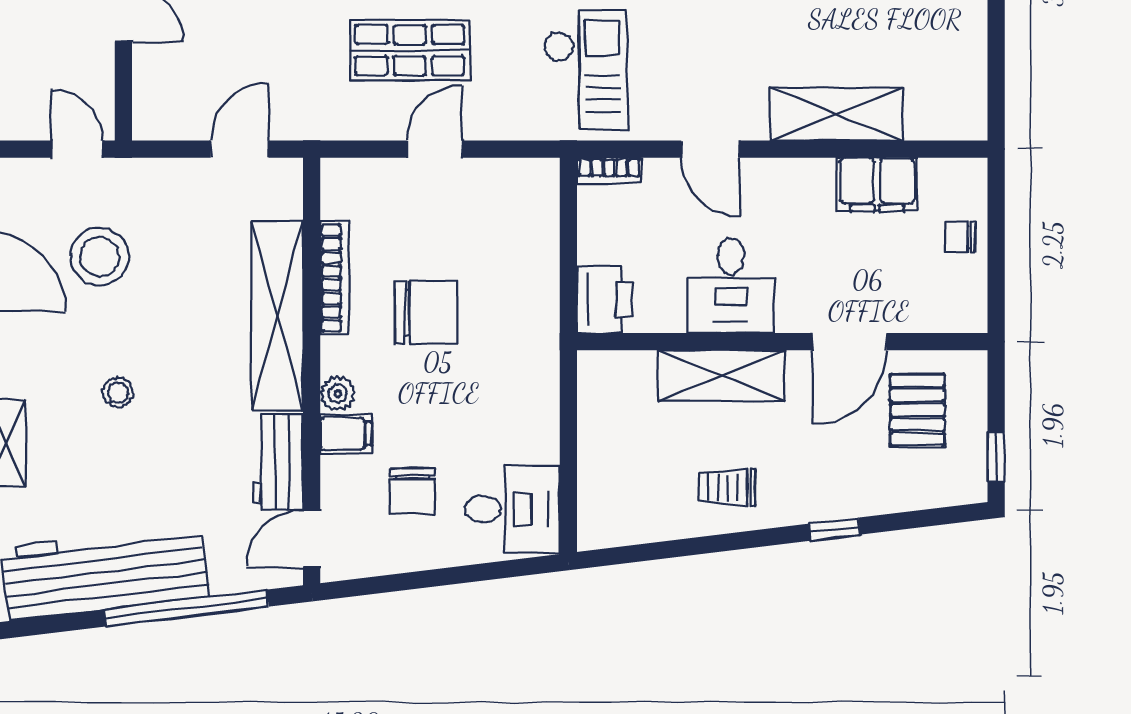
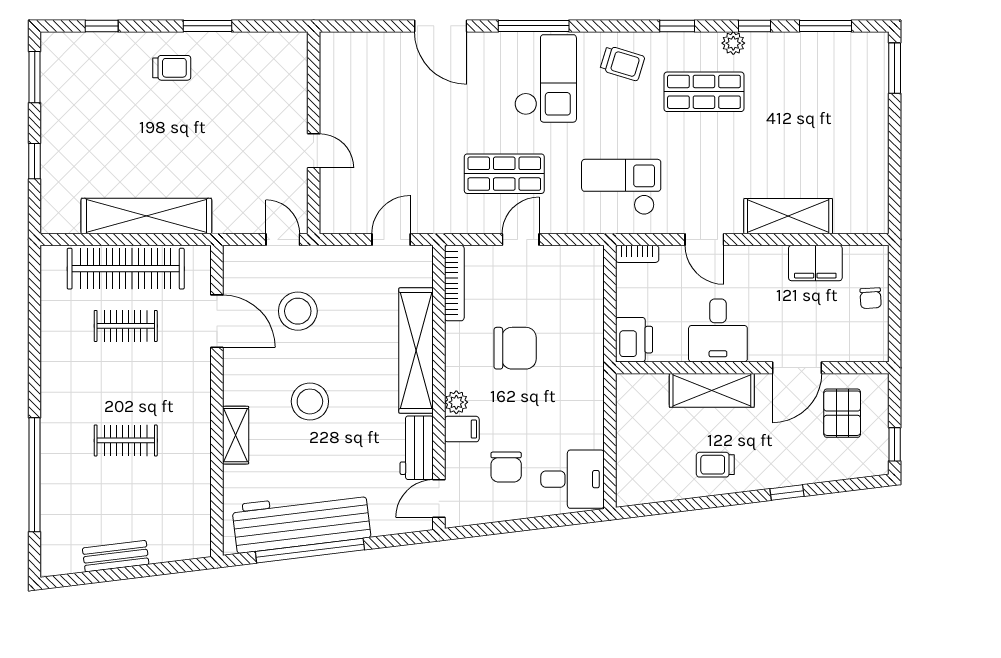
checkout: (585, 70) -> (621, 187), turned -90
chair: (960, 237) -> (871, 298), turned -93
bookcase: (335, 278) -> (454, 283), moved
stool: (118, 392) -> (310, 401), width x1.89, depth x1.89
window: (187, 608) -> (310, 551), moved

